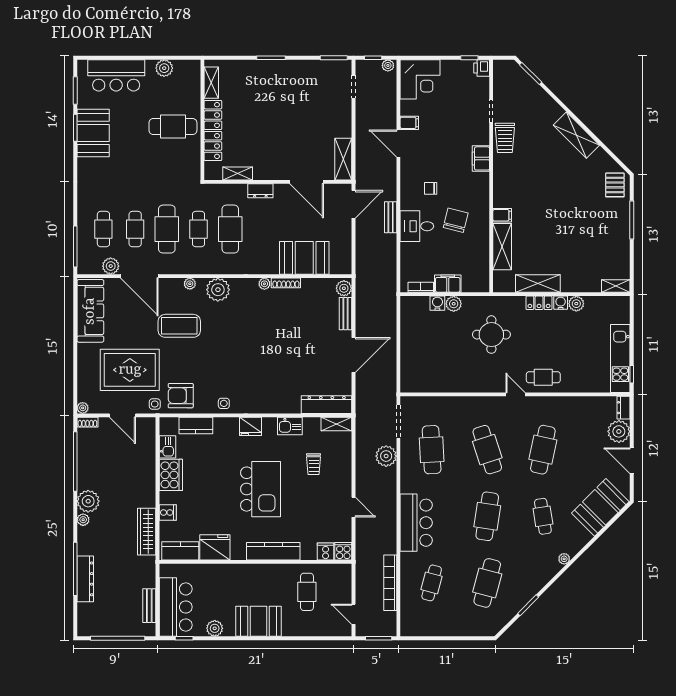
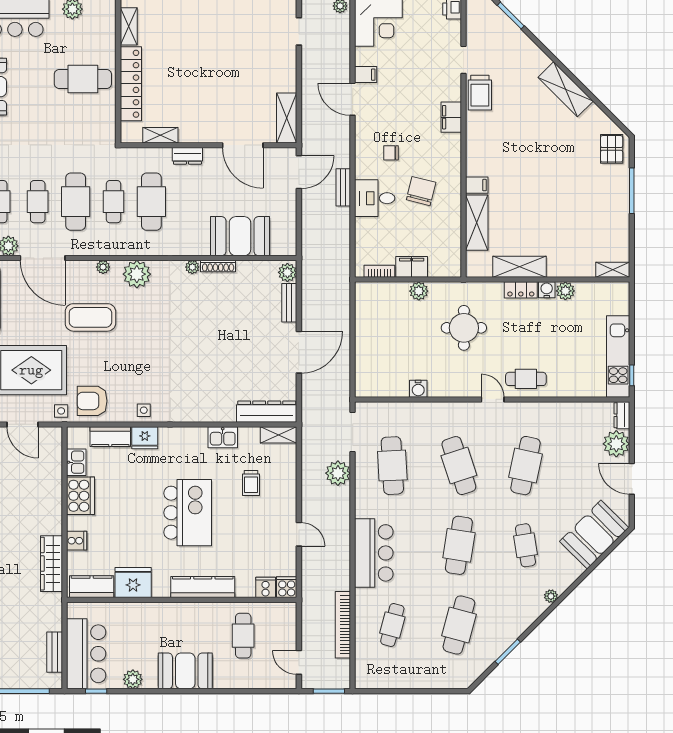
water cooler: (437, 303) -> (418, 389), moved, turned 180
fridge: (251, 426) -> (145, 438), moved

